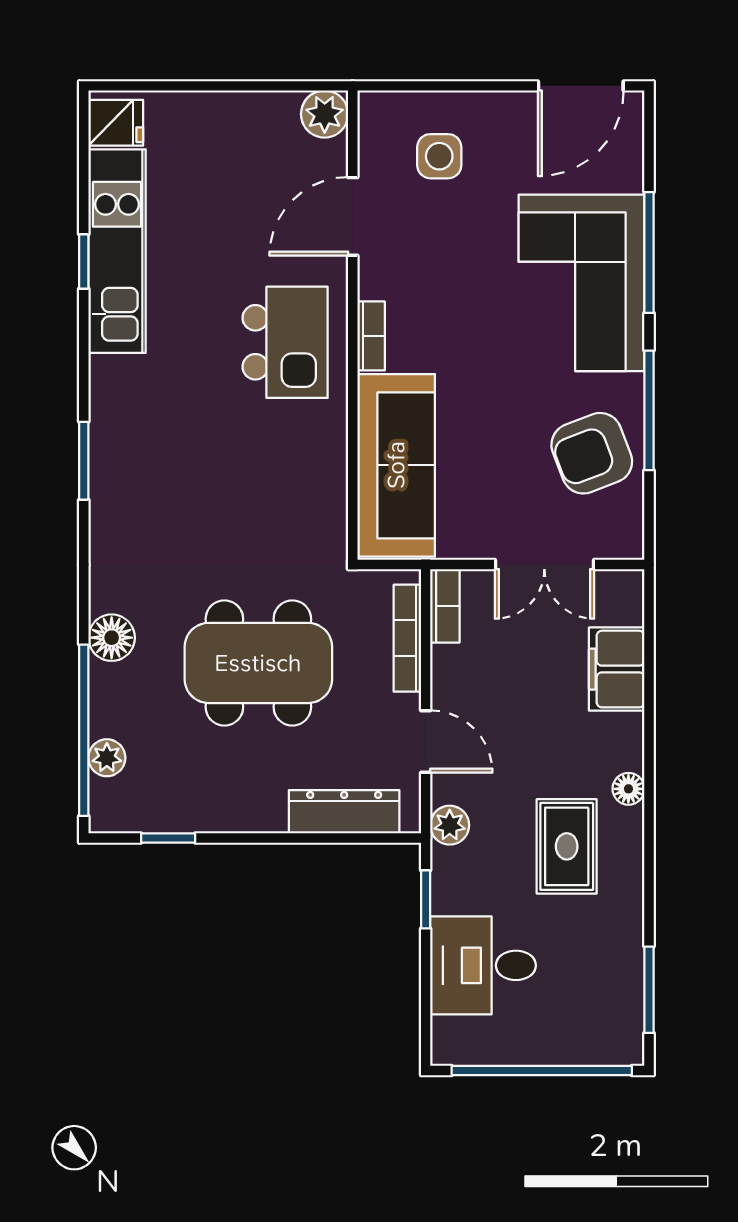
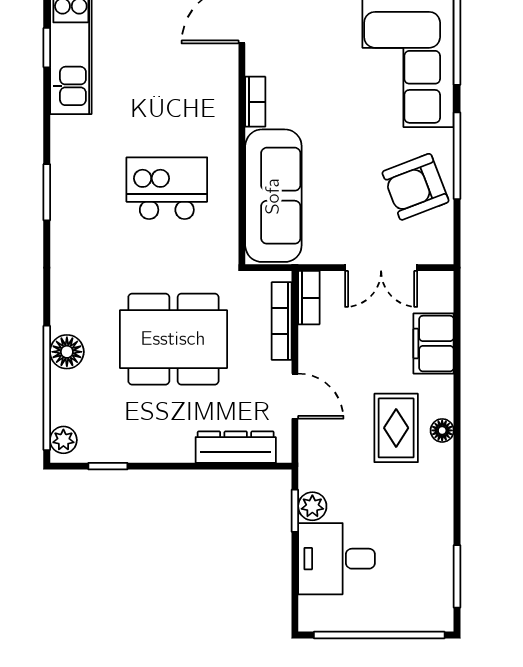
kitchen island: (285, 342) -> (167, 188), moved, turned -90
floor lamp: (112, 638) -> (67, 352), moved
plant: (107, 758) -> (63, 440), moved
plant: (450, 825) -> (312, 506), moved
rug: (567, 846) -> (396, 428), moved

